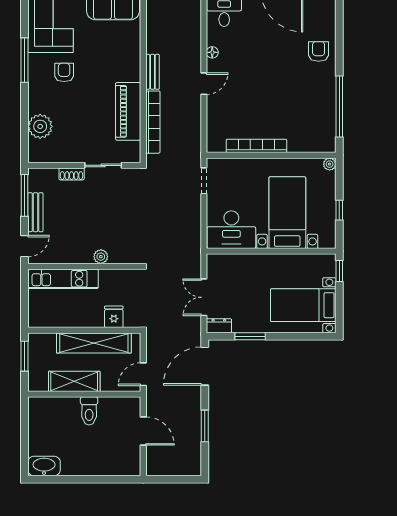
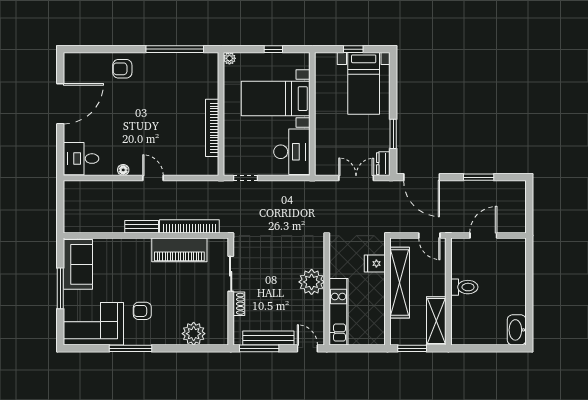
bench: (35, 212) -> (268, 338), width x1.36
plant: (101, 257) -> (312, 282), width x1.87, depth x1.87
window: (339, 271) -> (353, 49), moved
double door: (204, 297) -> (356, 178), swing flipped
shelving: (74, 381) -> (436, 321), moved

